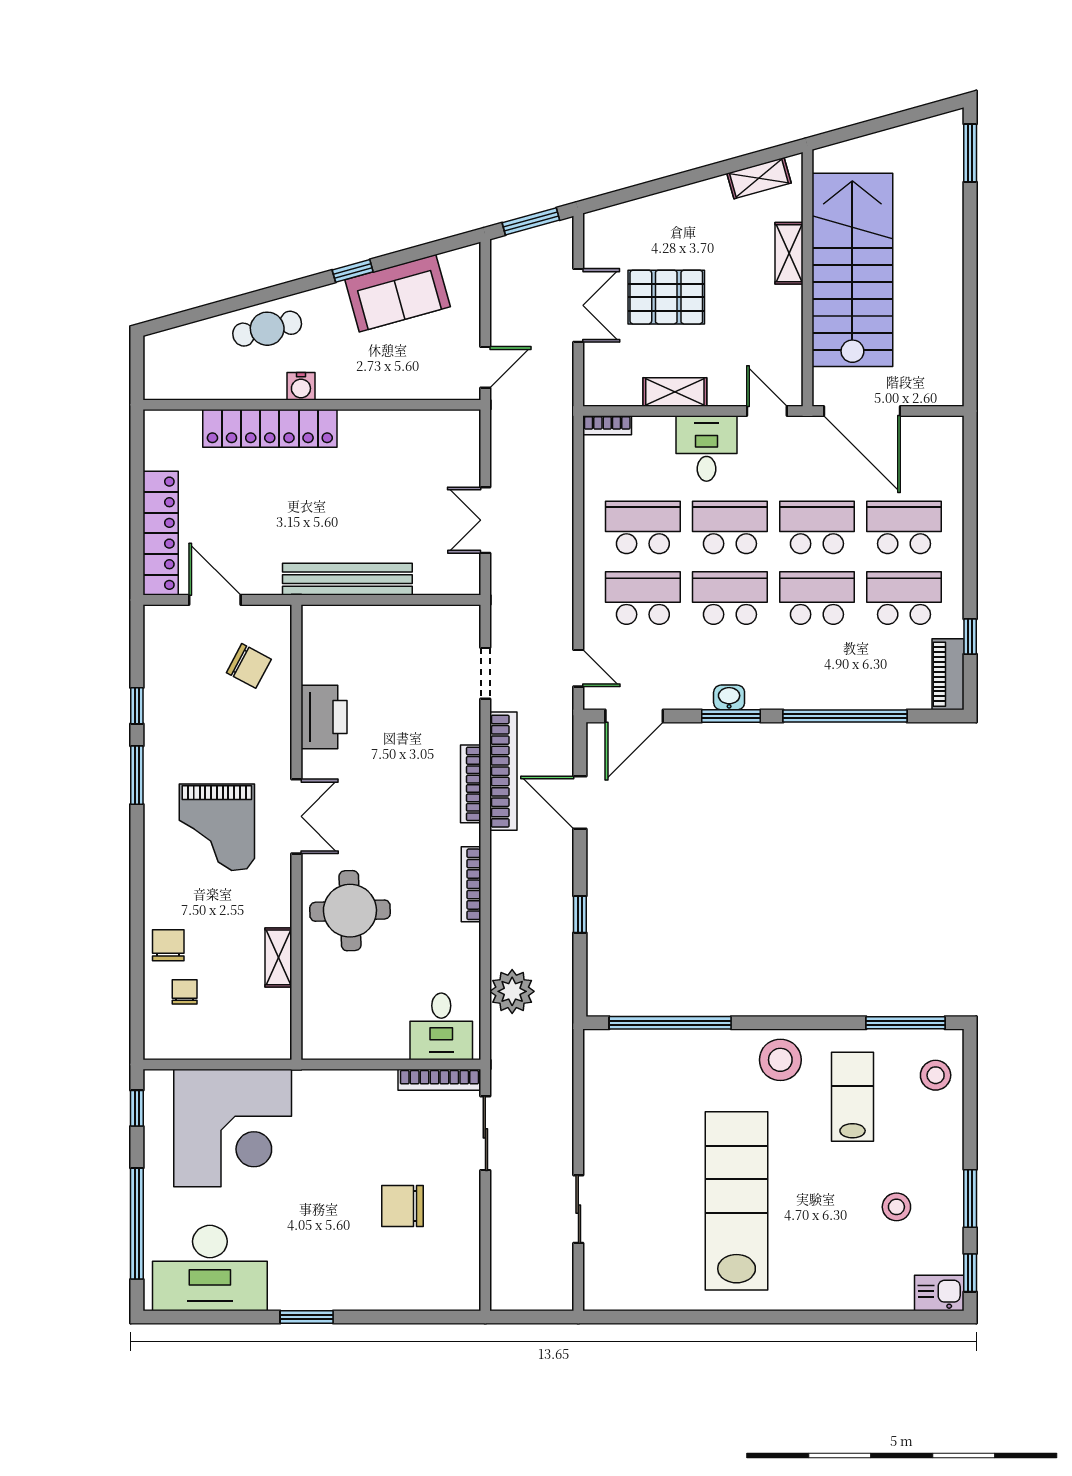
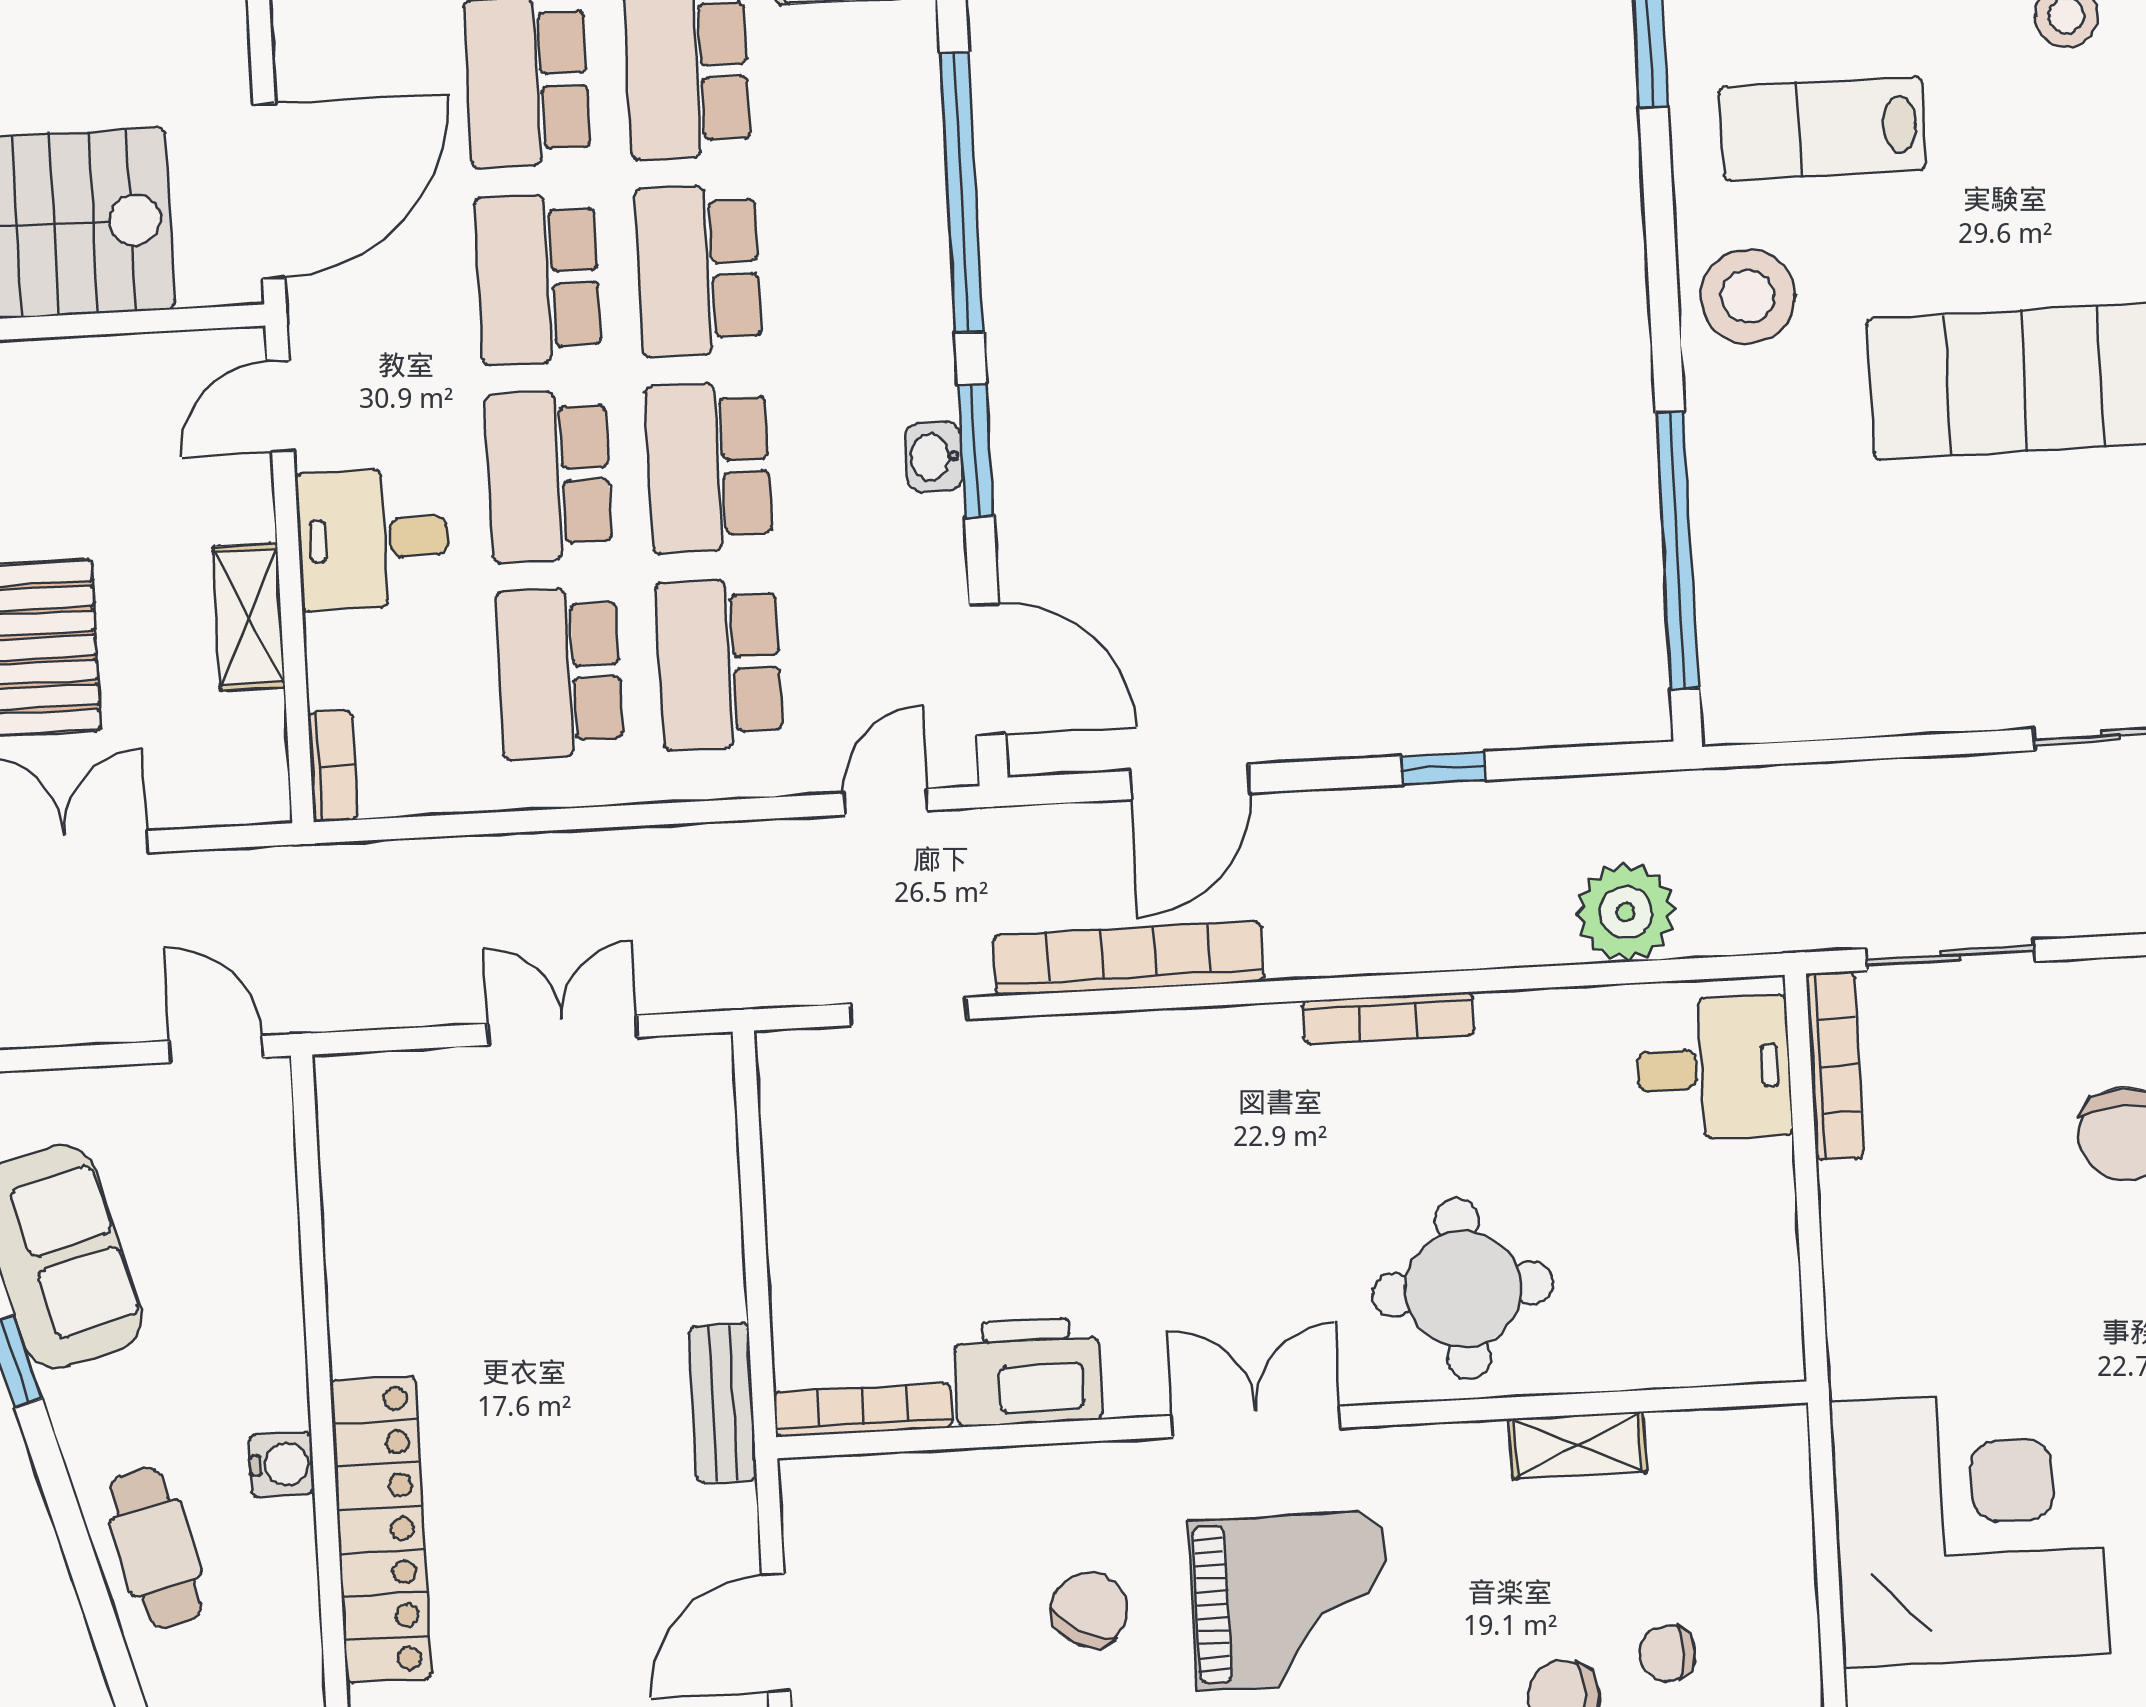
double door: (485, 520) -> (562, 1030), swing flipped
bench: (347, 579) -> (723, 1403), width x0.54, depth x0.82
chair: (249, 666) -> (1090, 1610), moved
bookcase: (471, 784) -> (863, 1410), moved, turned 180

